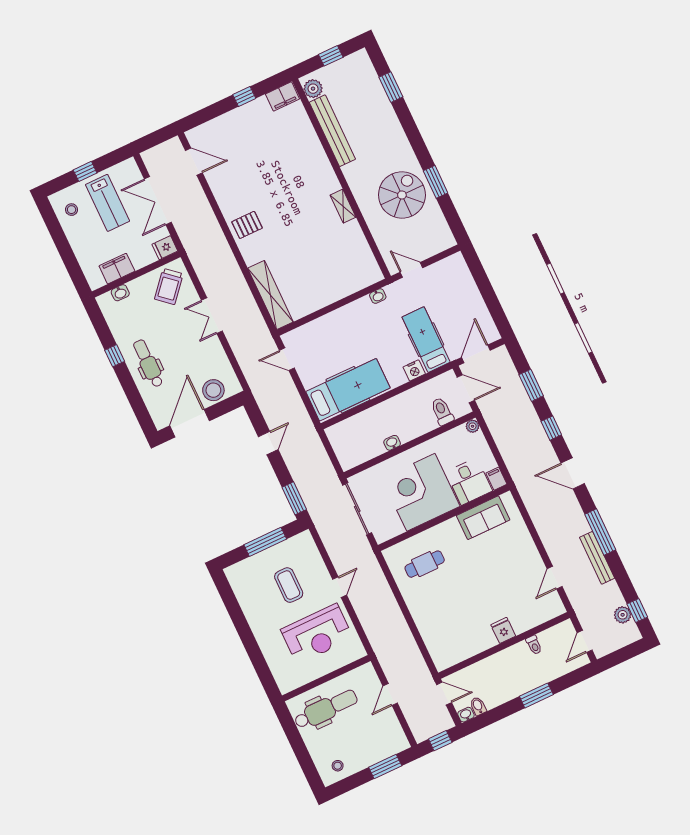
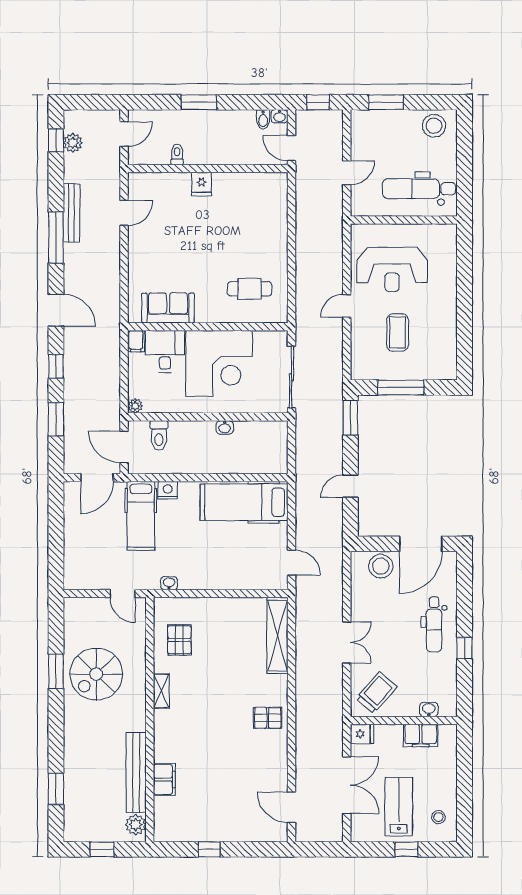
filing cabinet: (282, 96) -> (164, 779), moved, turned 90
pallet: (348, 254) -> (179, 640), added
reception desk: (317, 634) -> (392, 269), turned 180
stool: (338, 766) -> (434, 126), width x1.89, depth x1.89

